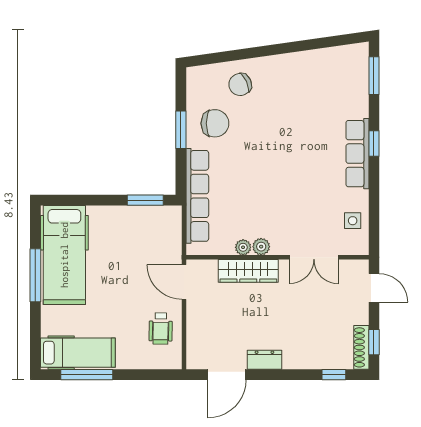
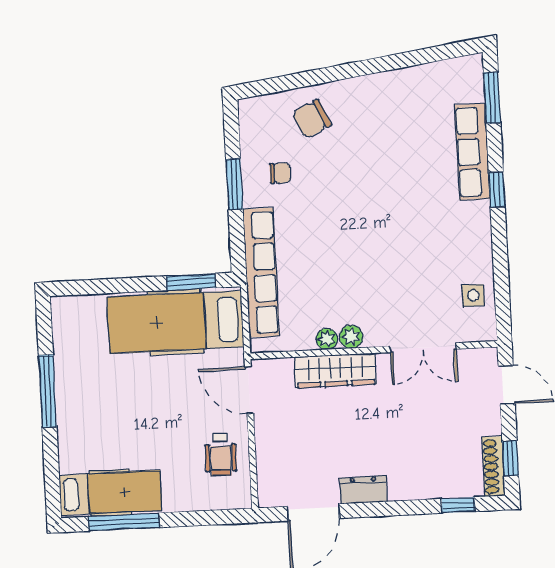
chair: (215, 123) -> (280, 173), width x0.54, depth x0.54
row of seats: (357, 154) -> (472, 152), moved
hospital bed: (64, 255) -> (175, 322), moved, turned 90

